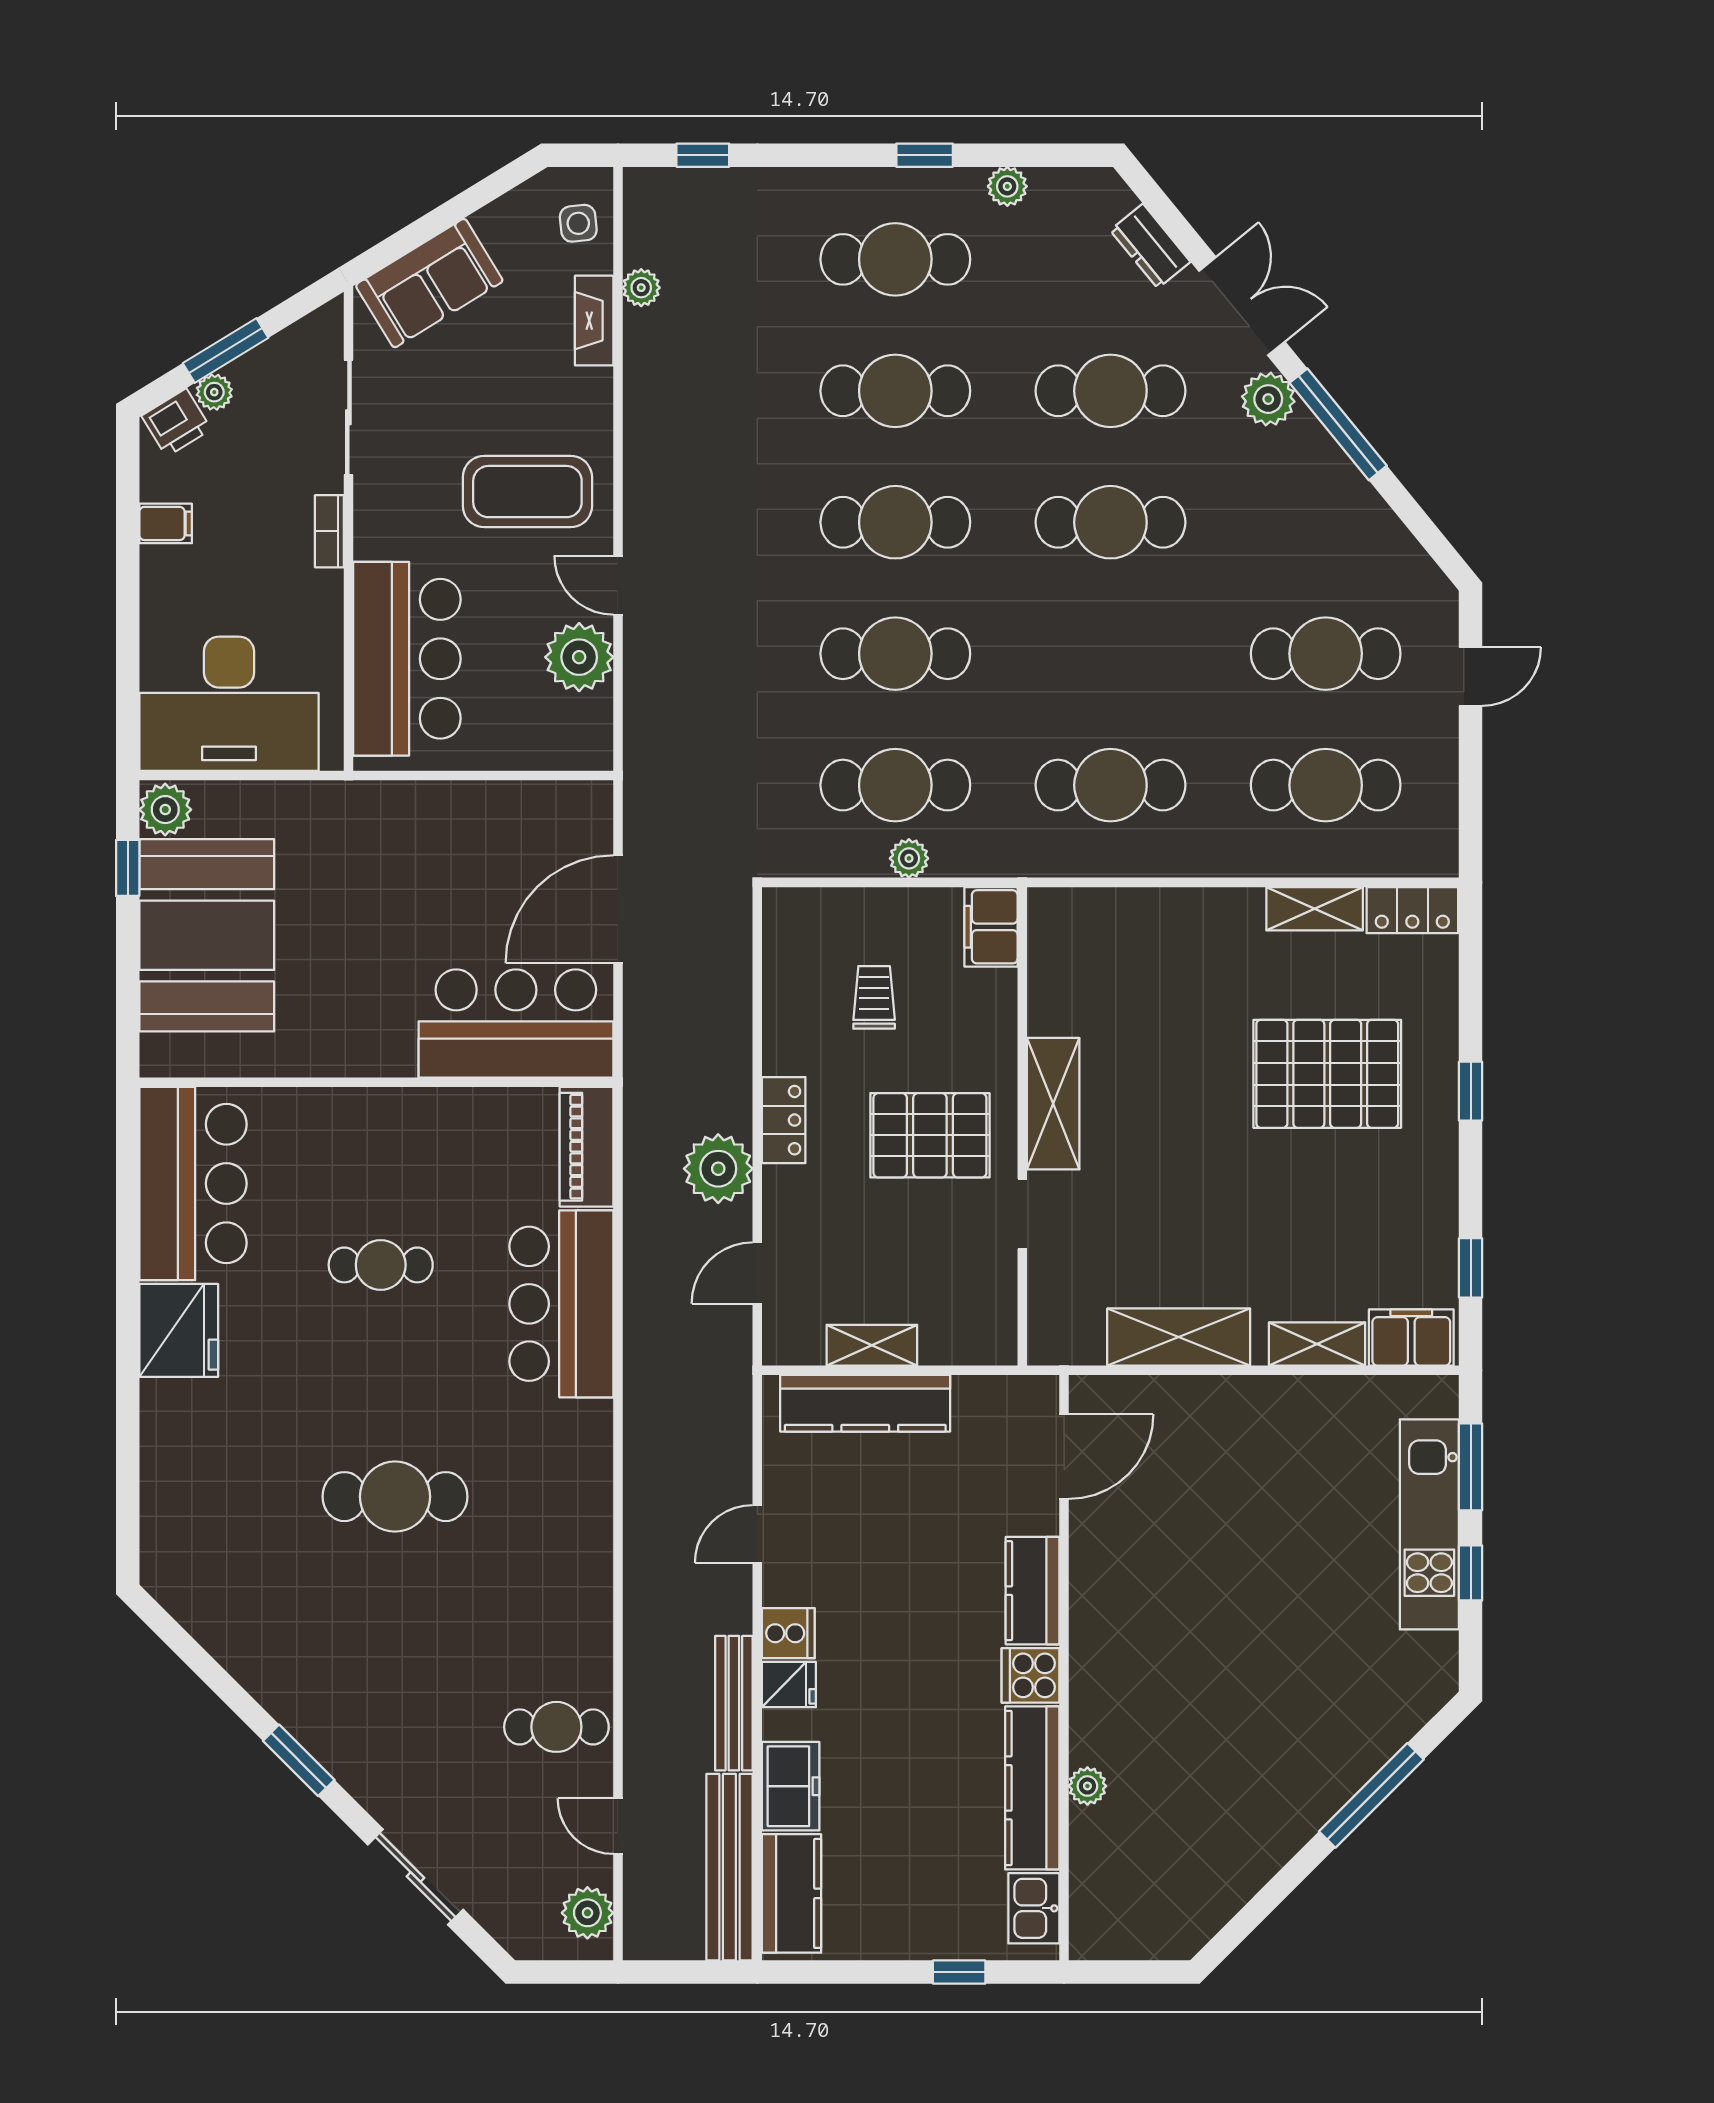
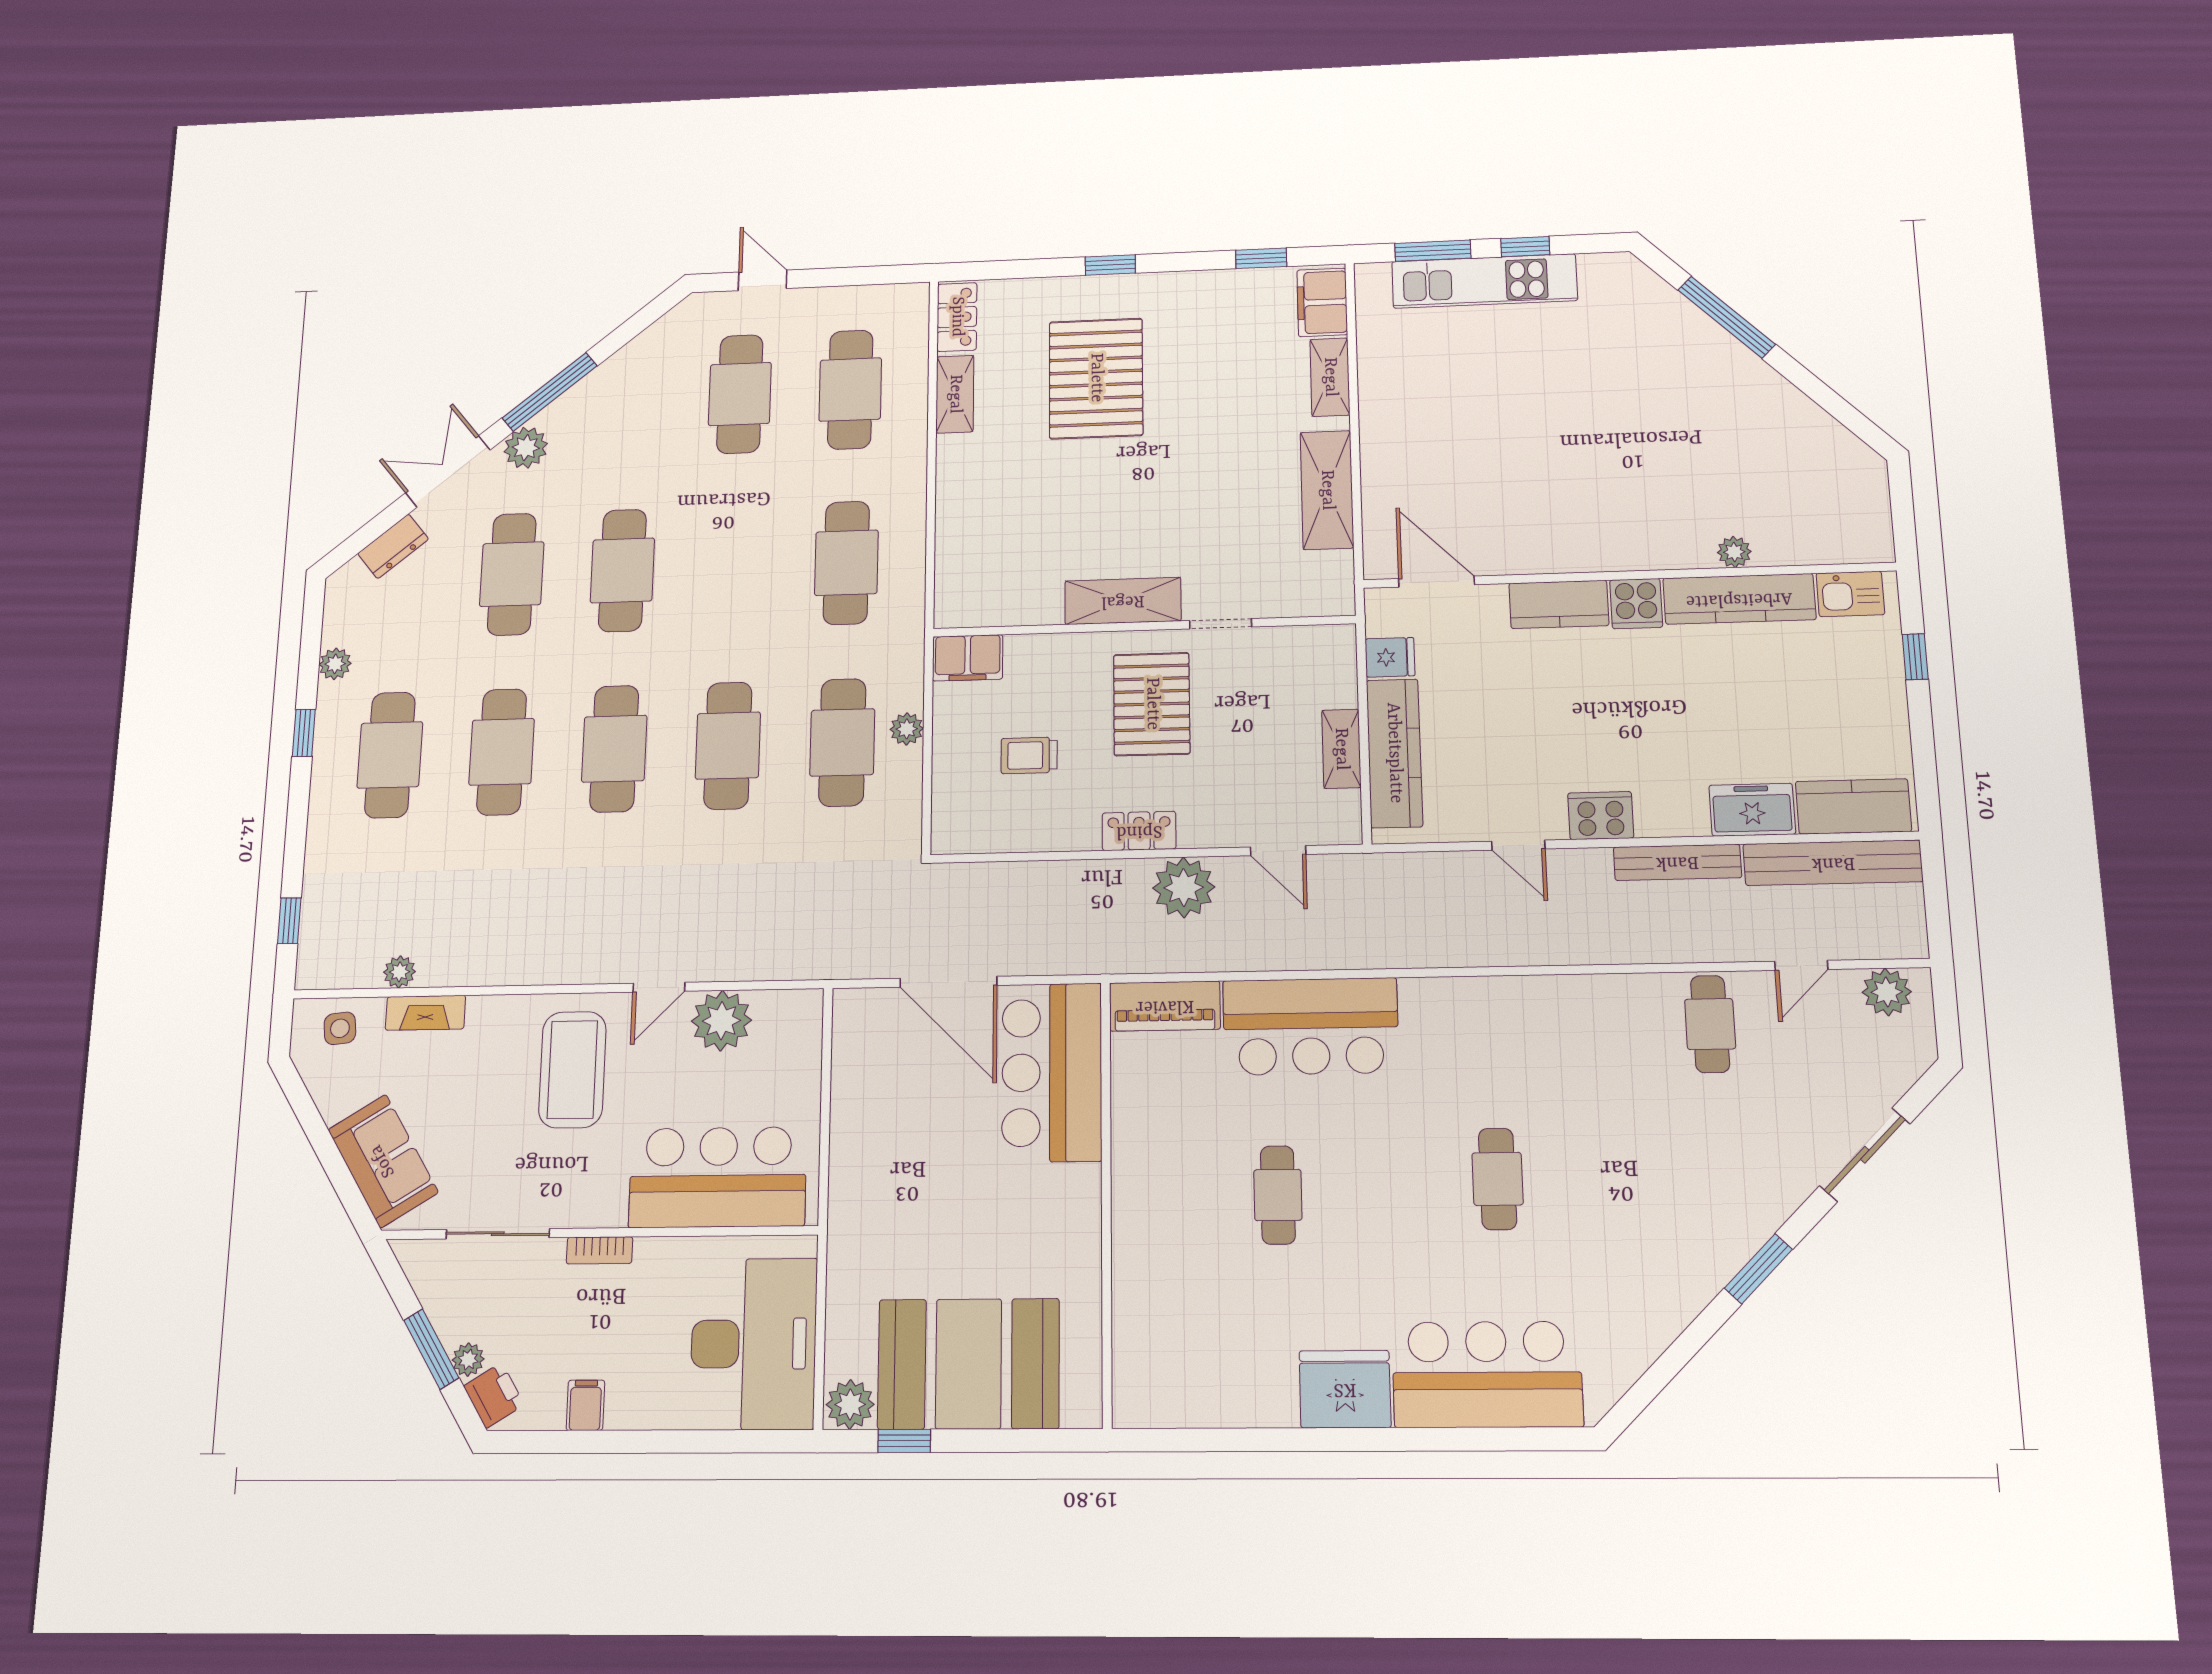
bar counter: (193, 1184) -> (1487, 1374), moved
cafe table: (395, 1497) -> (1498, 1179), width x0.73, depth x0.74
cooker: (788, 1633) -> (1601, 816), width x1.36
fridge: (789, 1685) -> (1390, 657), moved, turned 90

